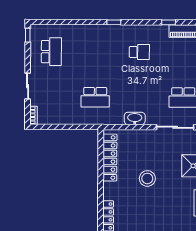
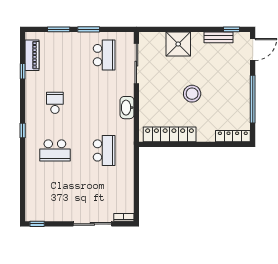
school desk: (51, 52) -> (55, 150), moved, turned 180
sliding door: (28, 86) -> (92, 224), width x1.37

